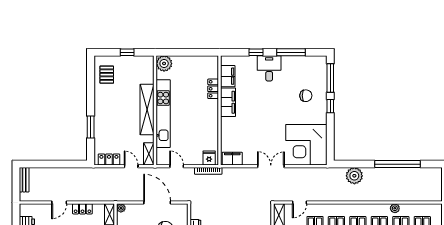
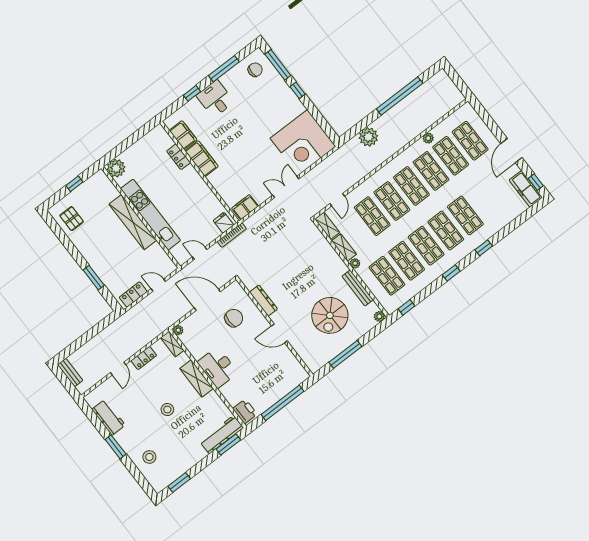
chair: (306, 96) -> (255, 70), moved
shelving: (149, 154) -> (166, 261), removed

